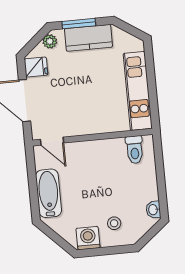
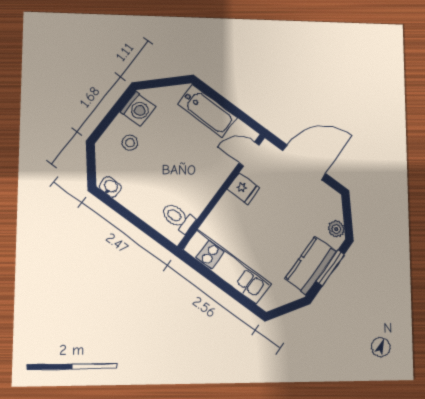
fridge: (36, 67) -> (243, 189), moved, turned -90

